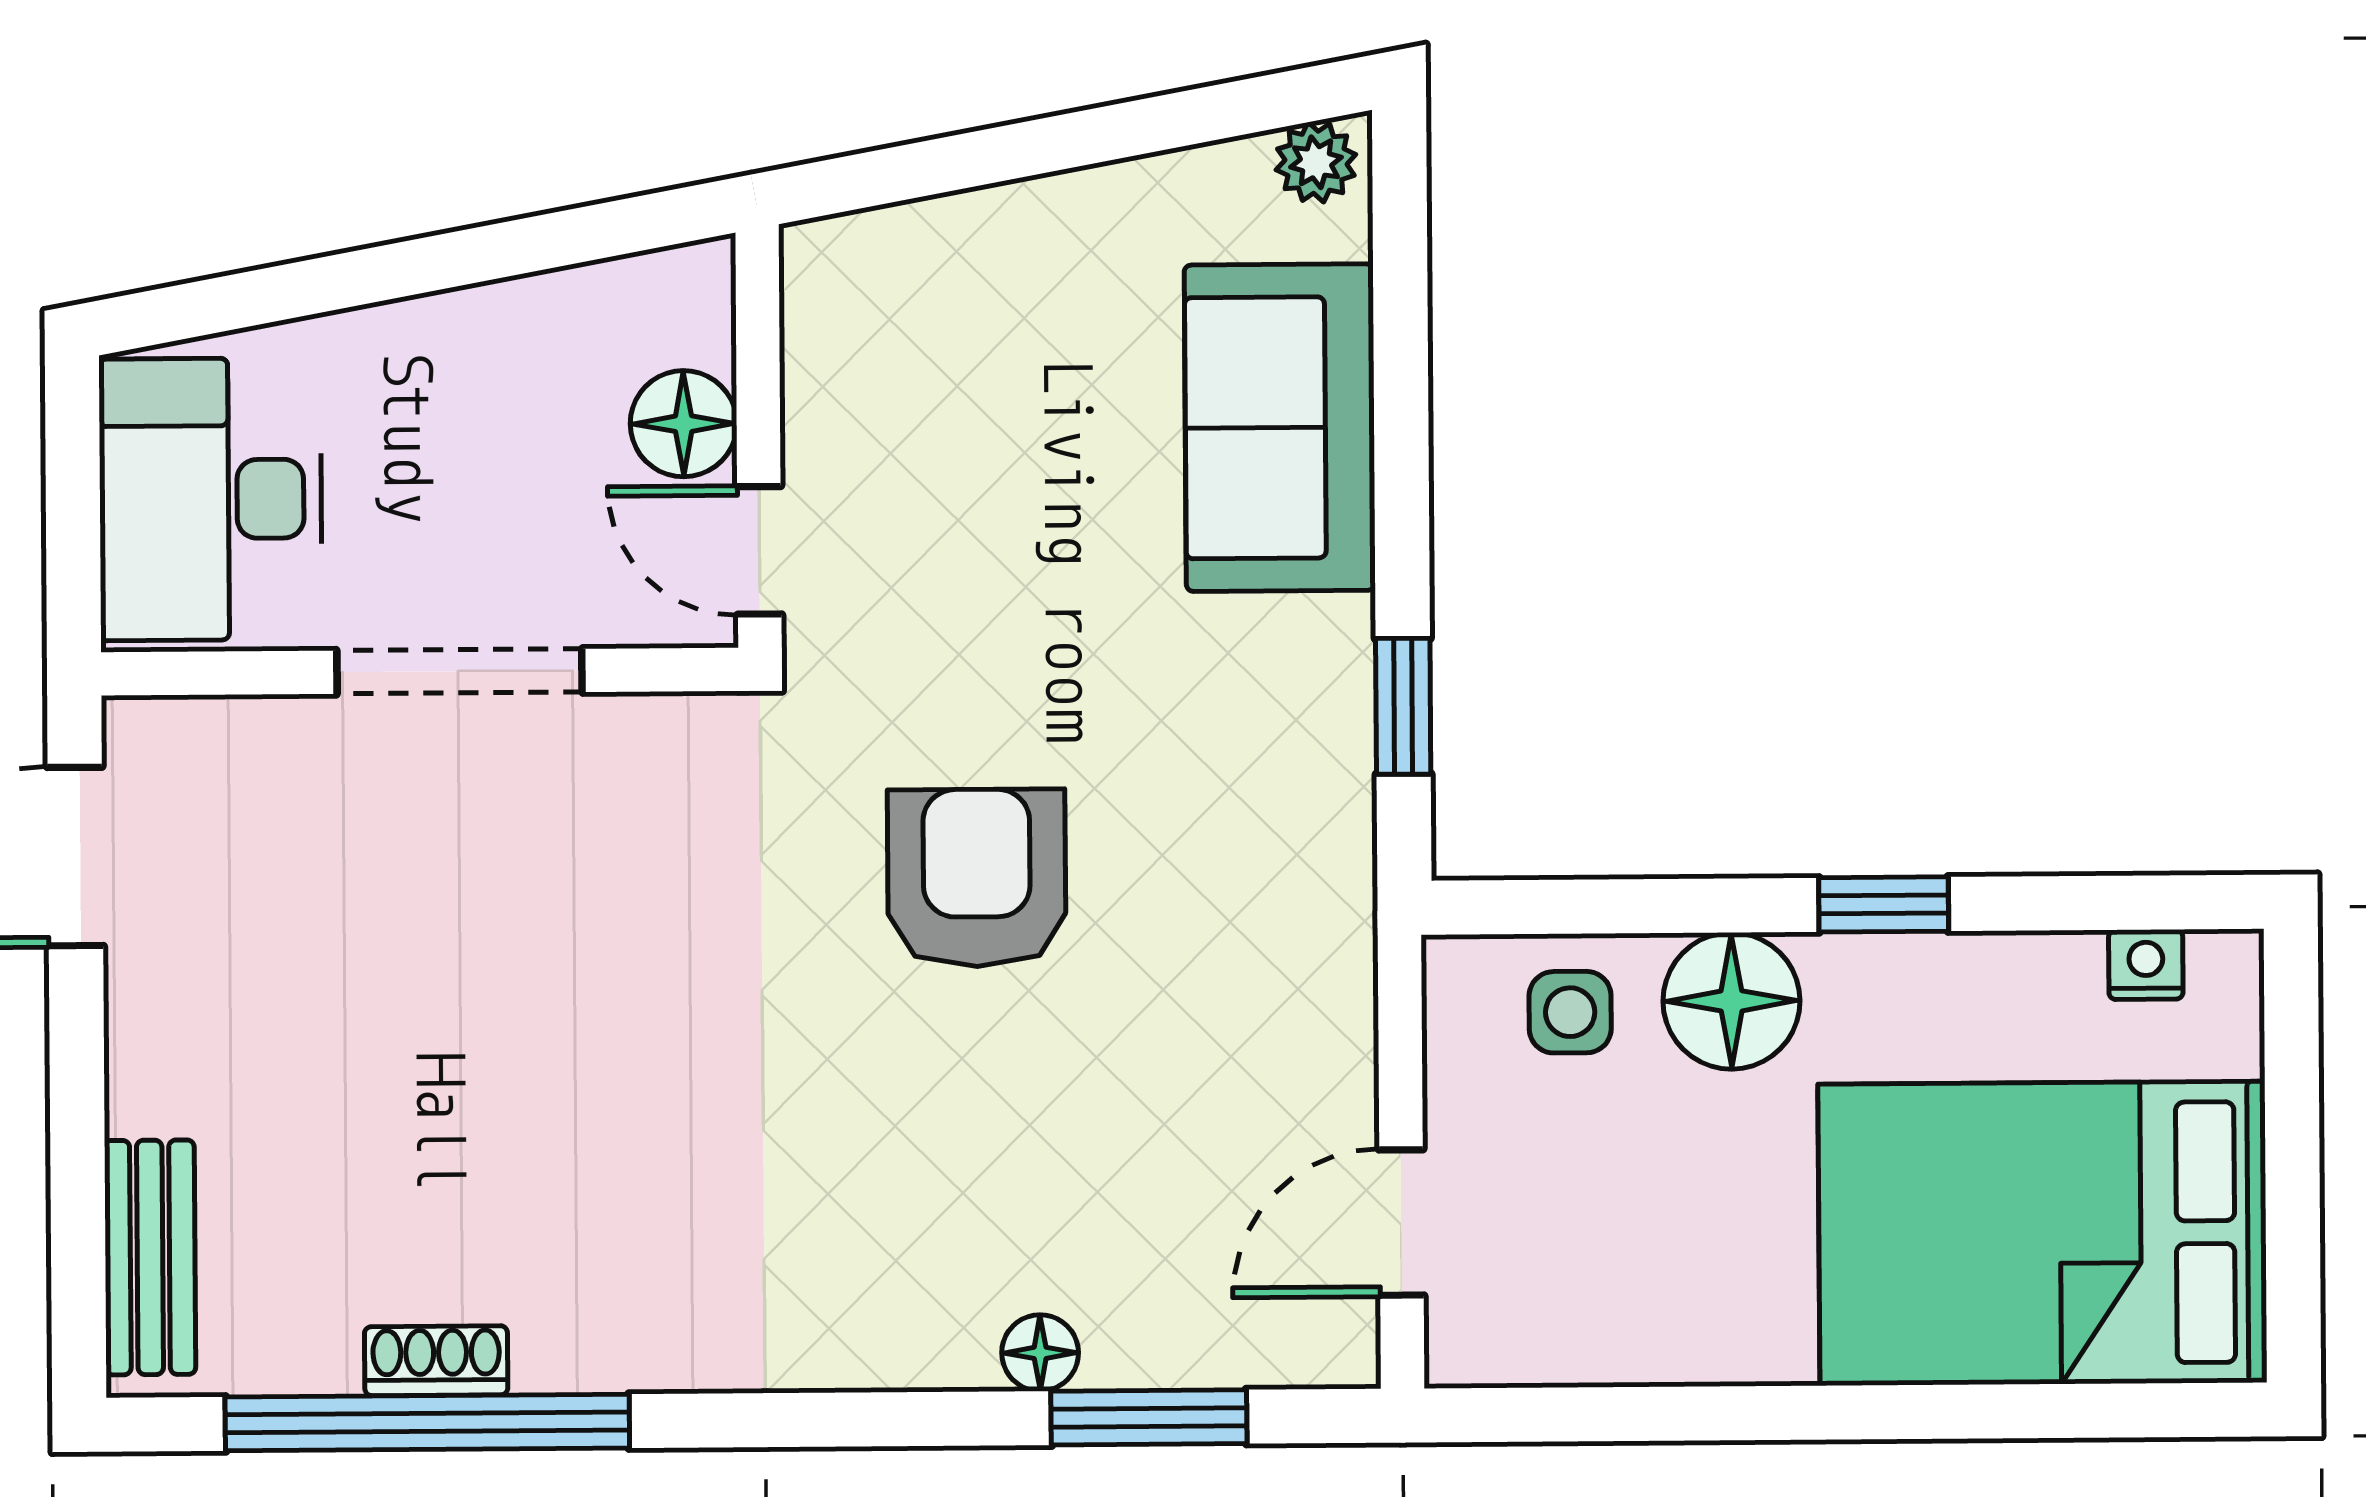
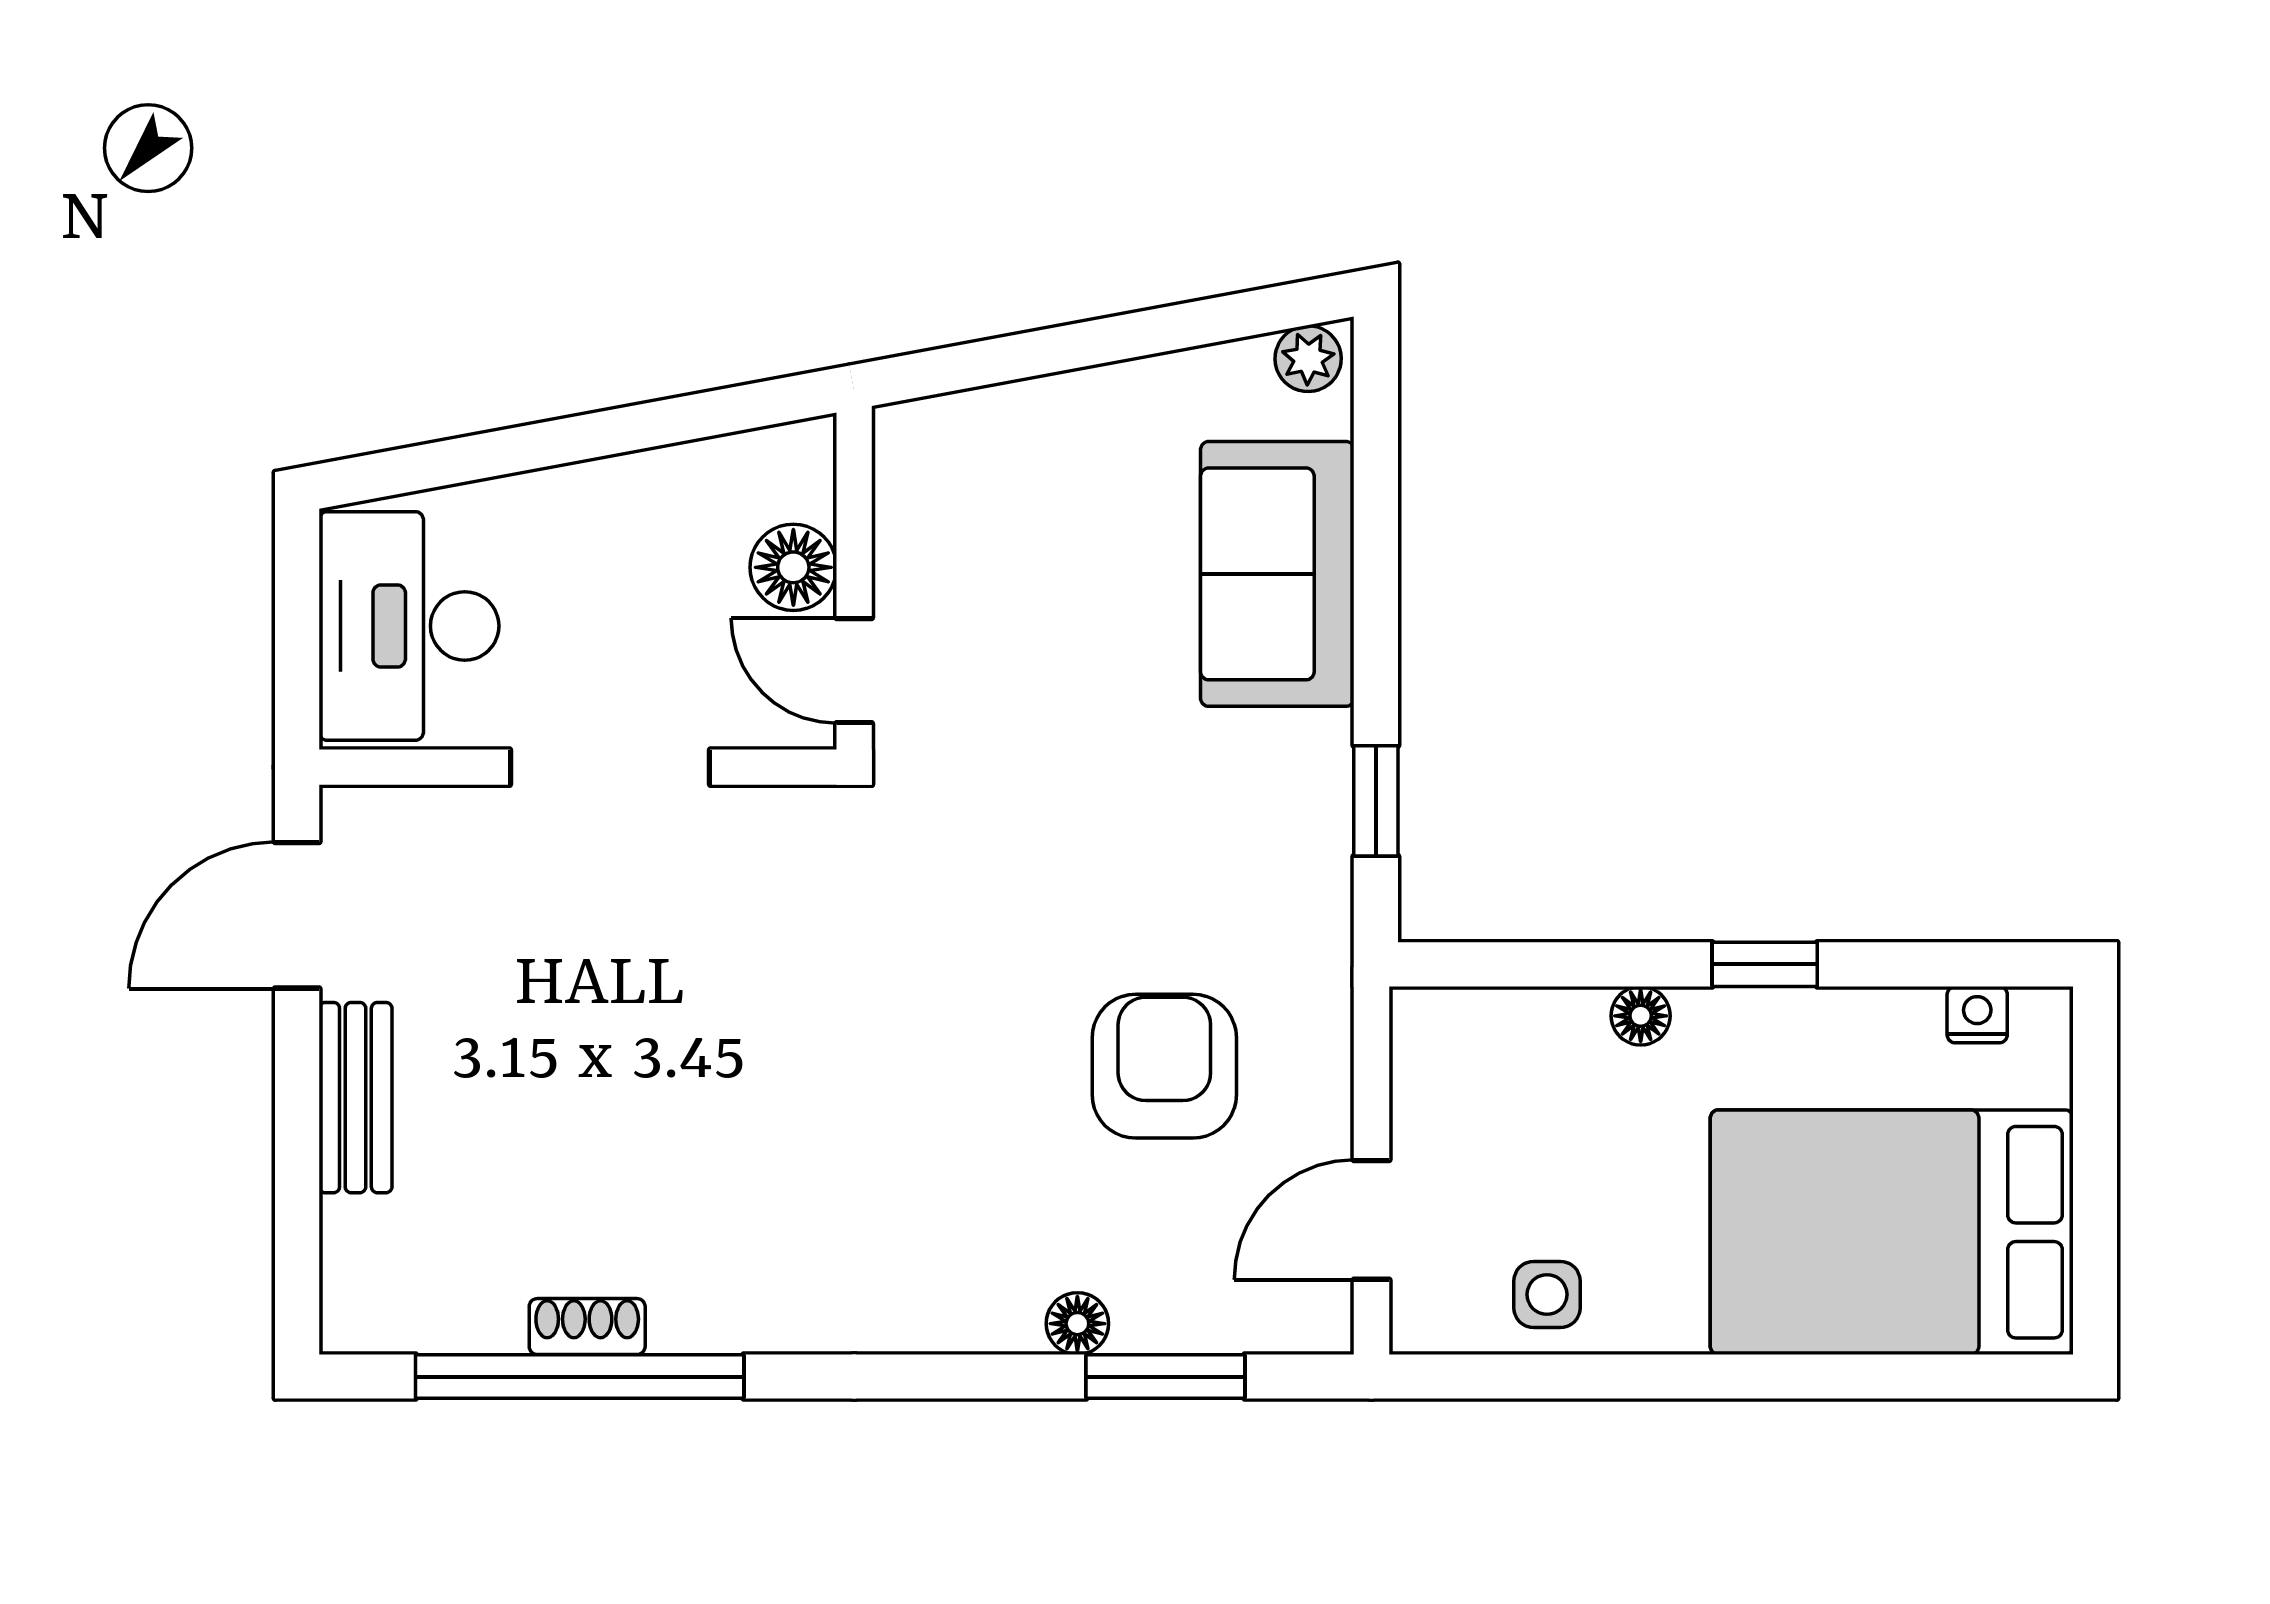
armchair: (977, 878) -> (1164, 1066), moved
floor lamp: (1731, 1001) -> (1641, 1016), width x0.53, depth x0.53
side table: (1570, 1012) -> (1547, 1294), moved
bench: (150, 1257) -> (355, 1098), moved

